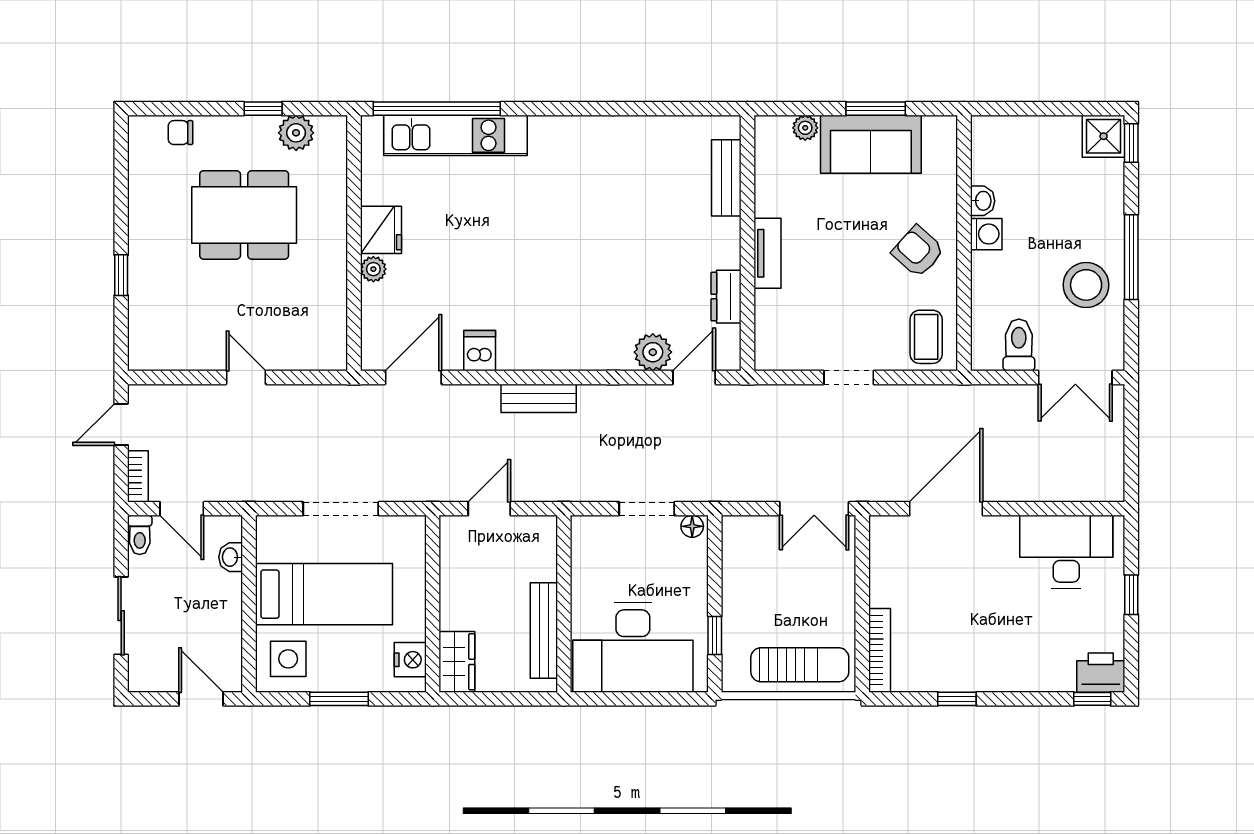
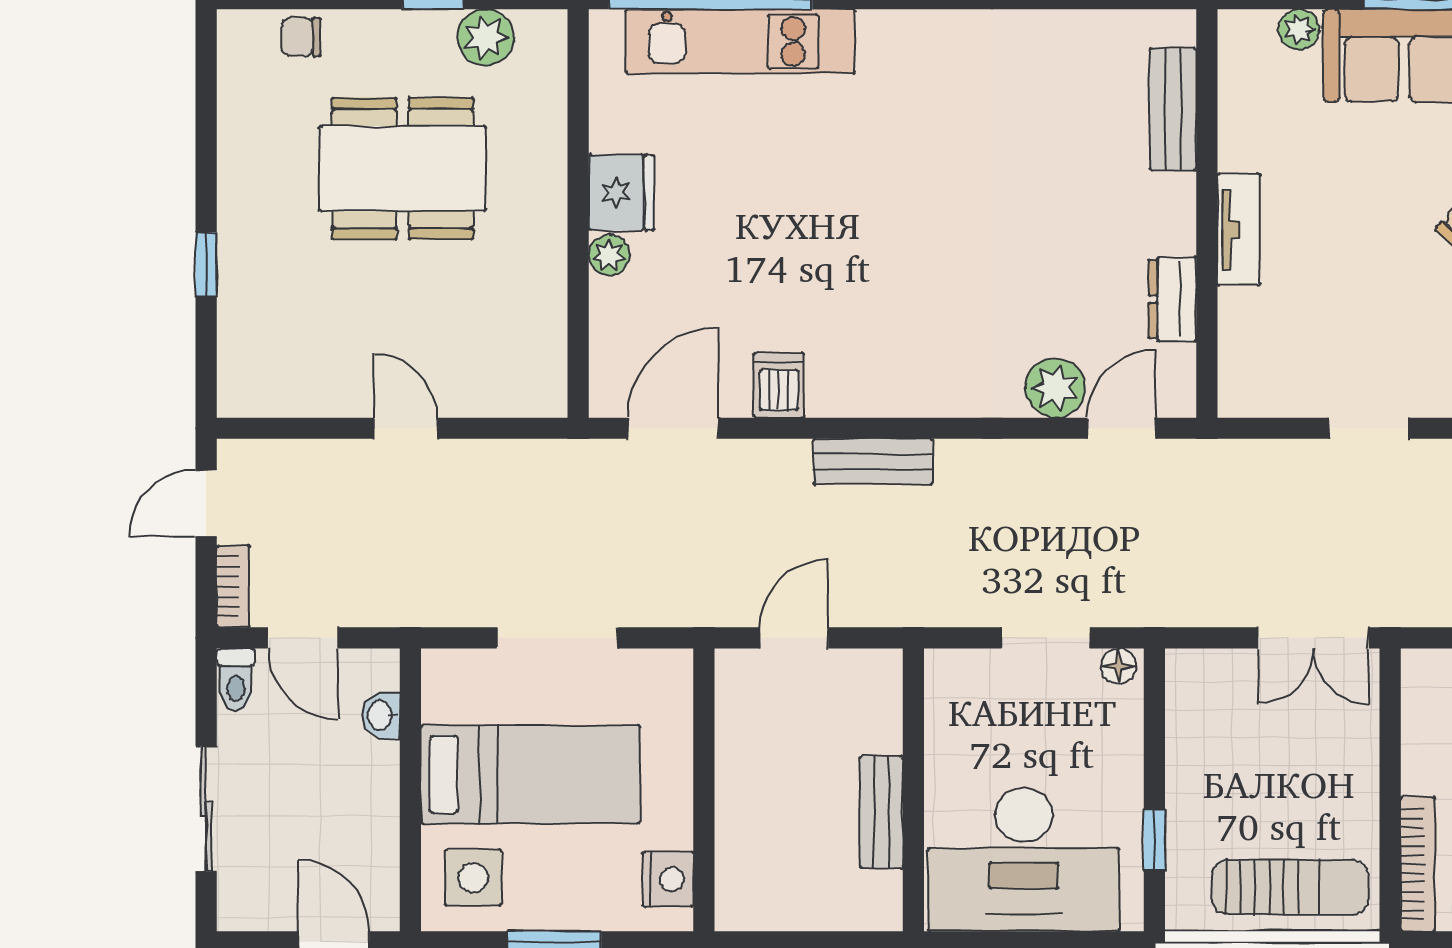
bench: (544, 631) -> (881, 812), width x0.73
wardrobe: (457, 662) -> (743, 882), removed

